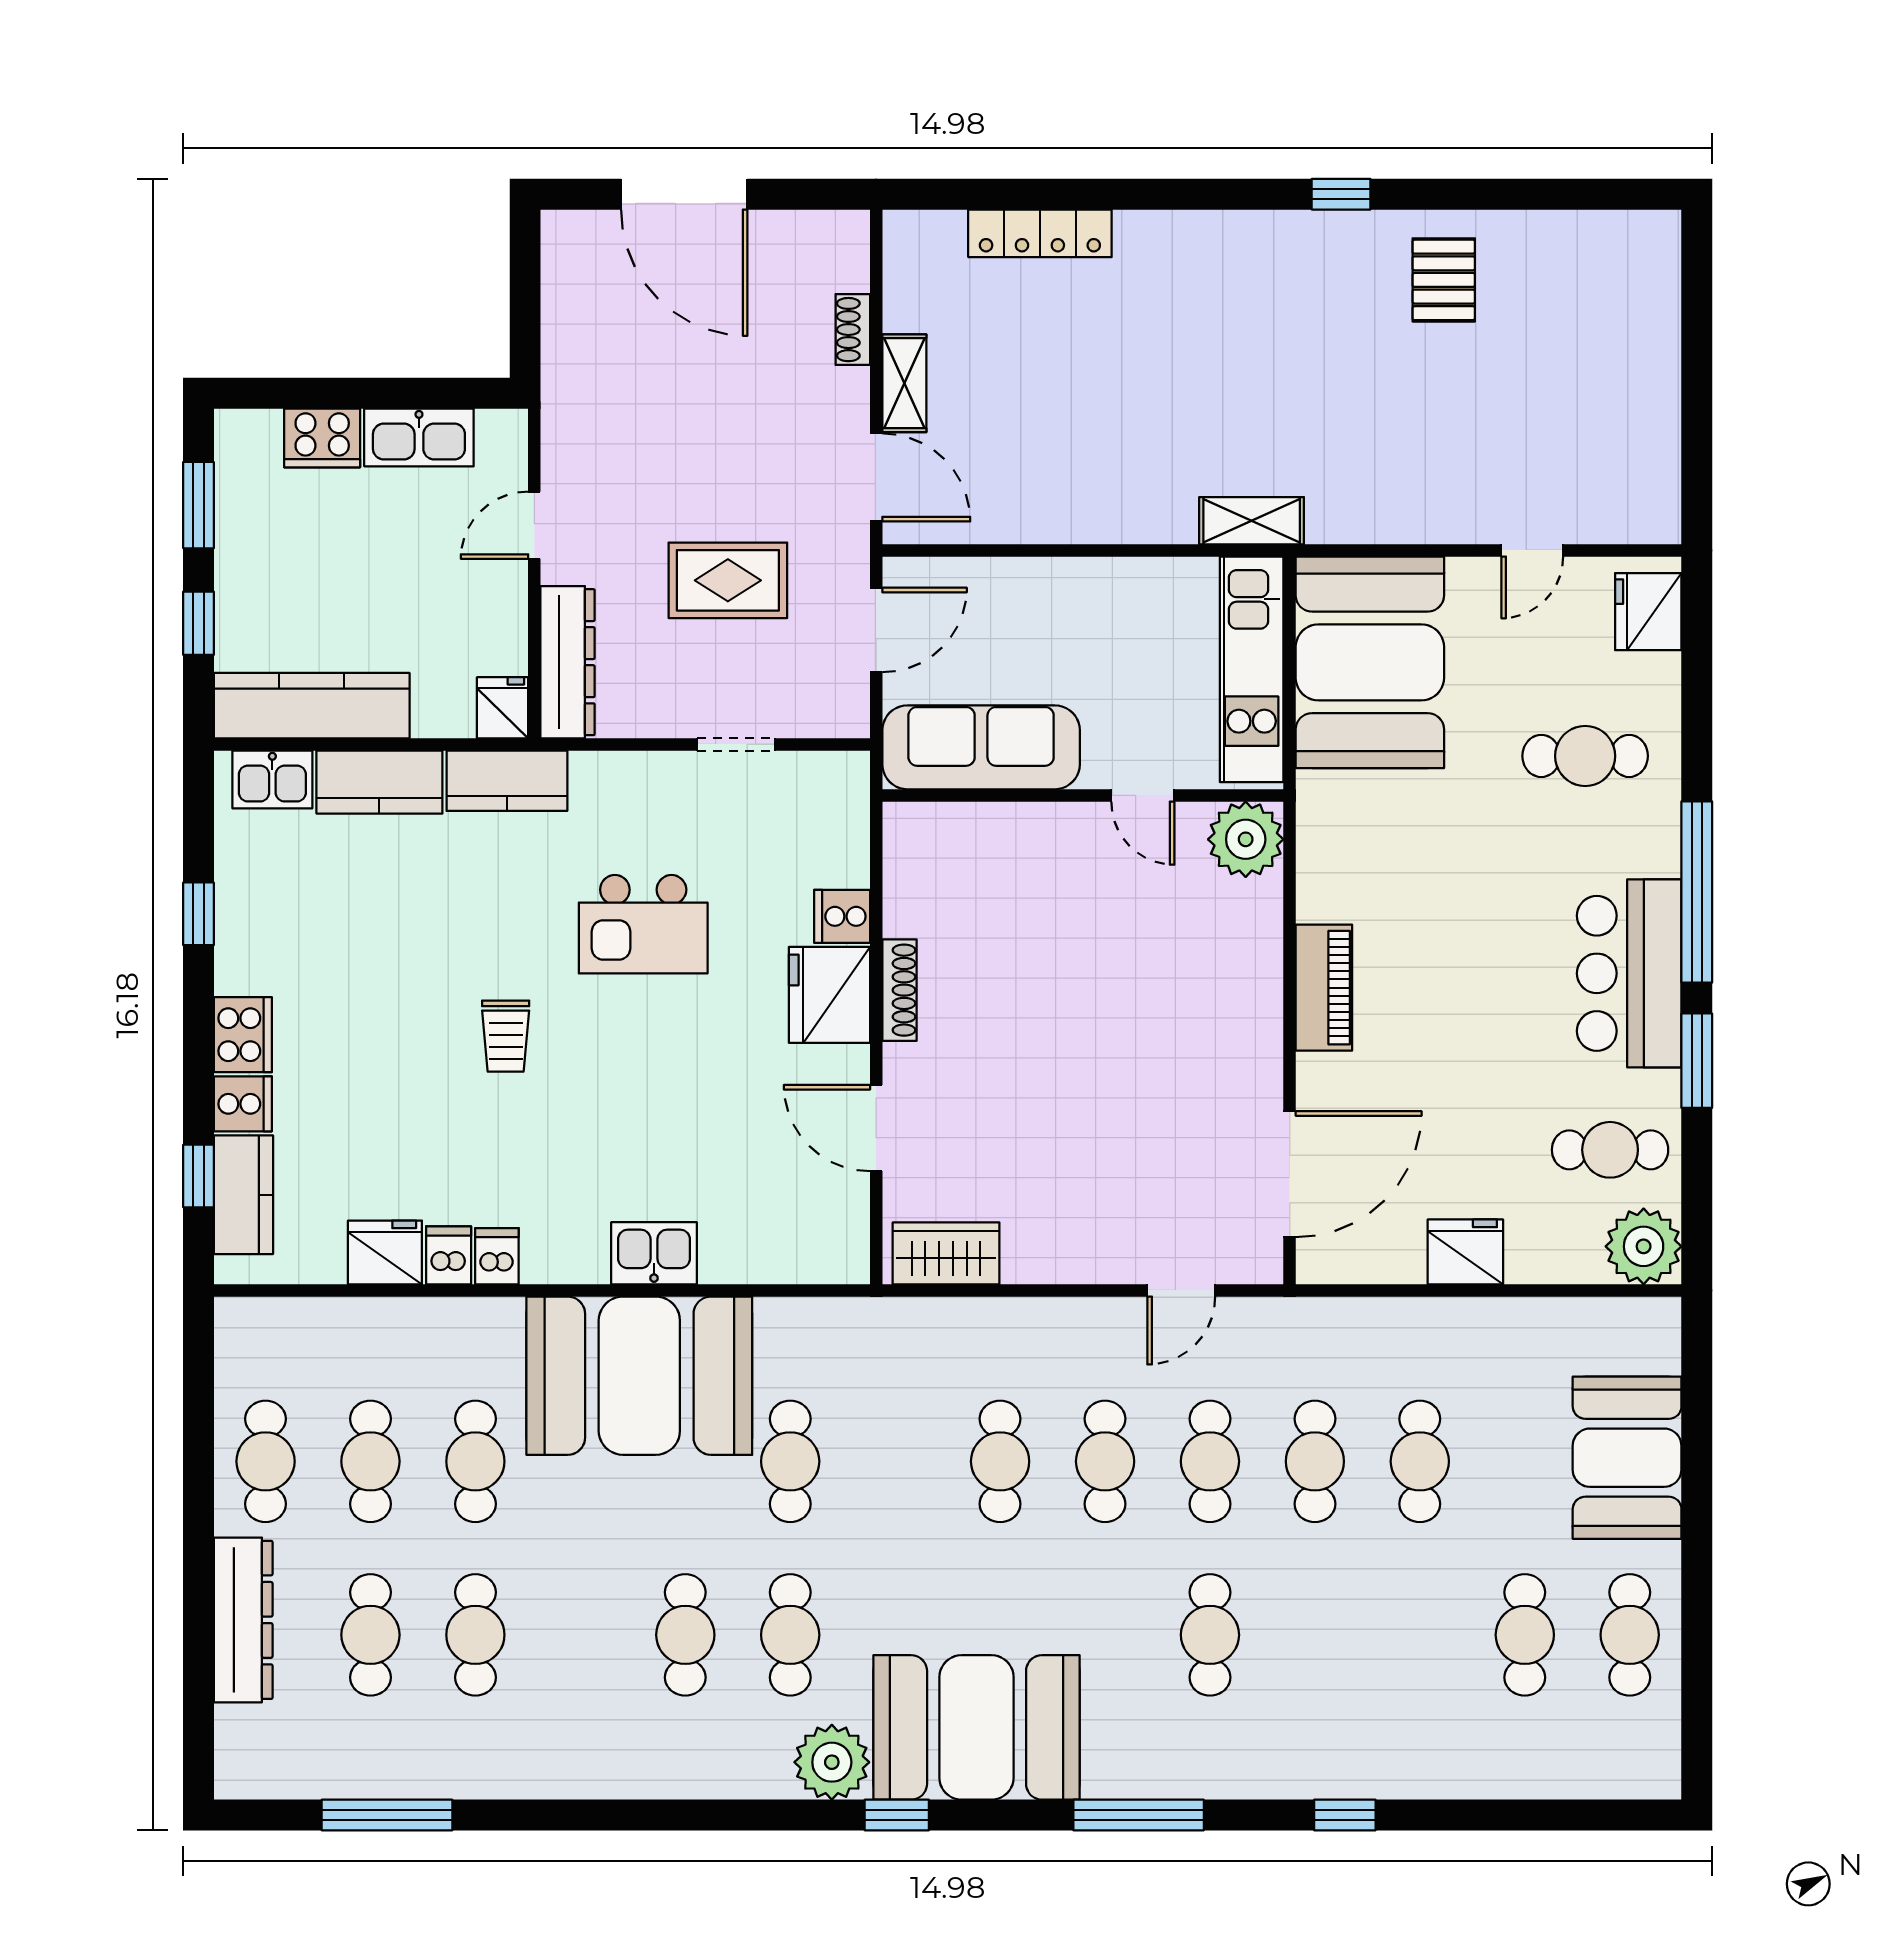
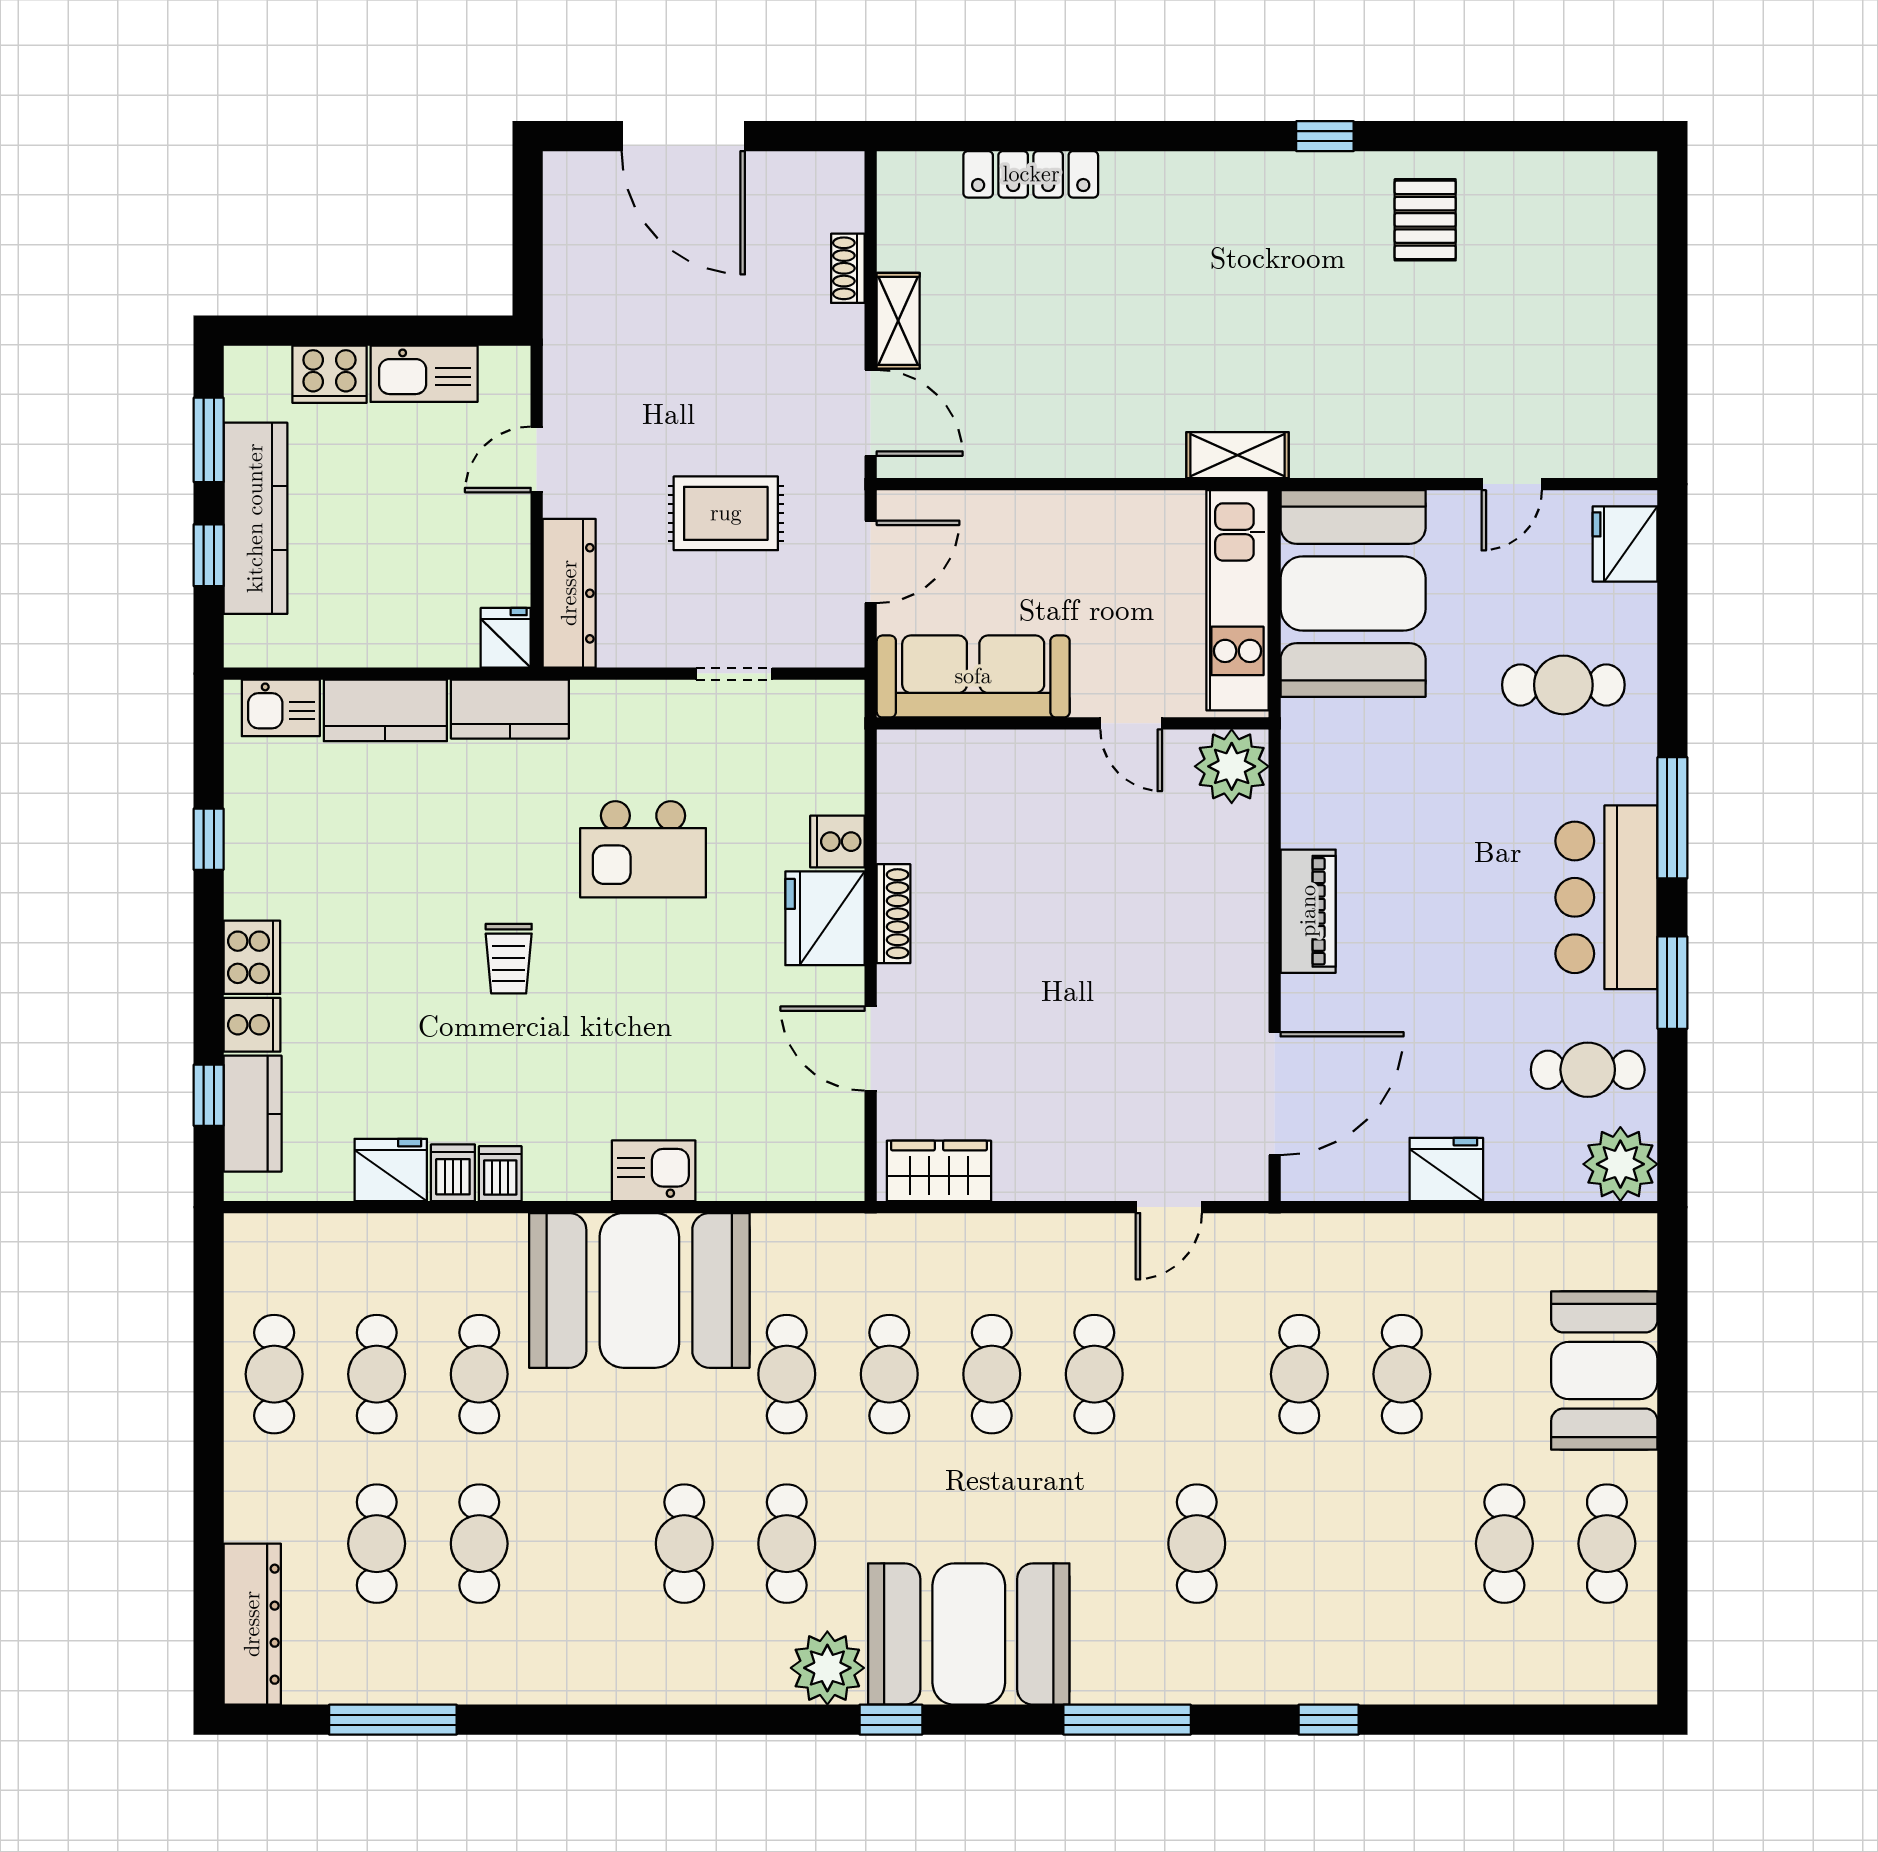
kitchen counter: (312, 706) -> (255, 518), moved, turned 90
window: (1697, 892) -> (1672, 818), width x0.68
cafe table: (1210, 1461) -> (889, 1374), moved
dresser: (243, 1620) -> (252, 1624), moved

